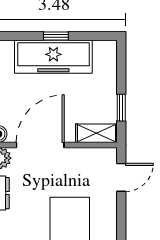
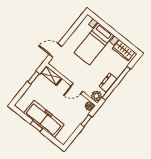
door: (40, 145) -> (77, 89), width x0.53

